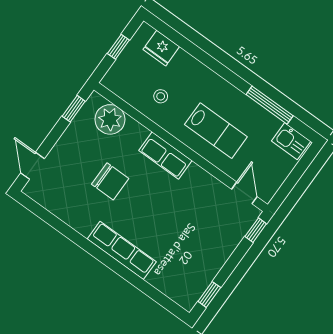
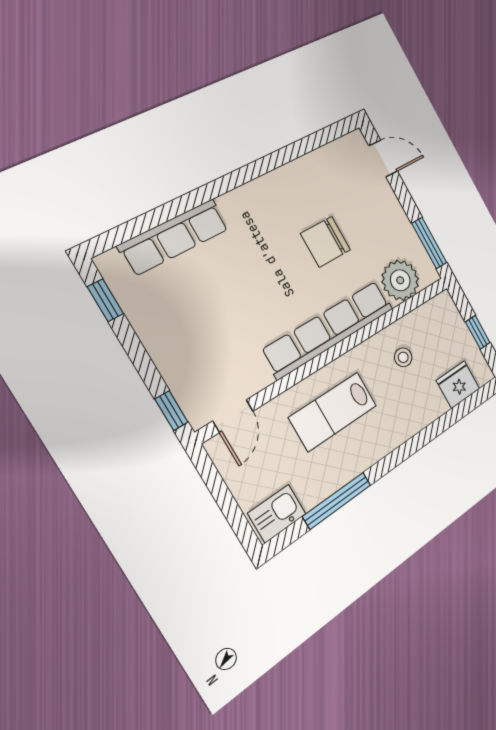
window: (74, 109) -> (429, 243), width x1.50
row of seats: (165, 155) -> (329, 329), width x2.02
door: (244, 193) -> (233, 416), hinge flipped
row of seats: (122, 250) -> (174, 237), moved

